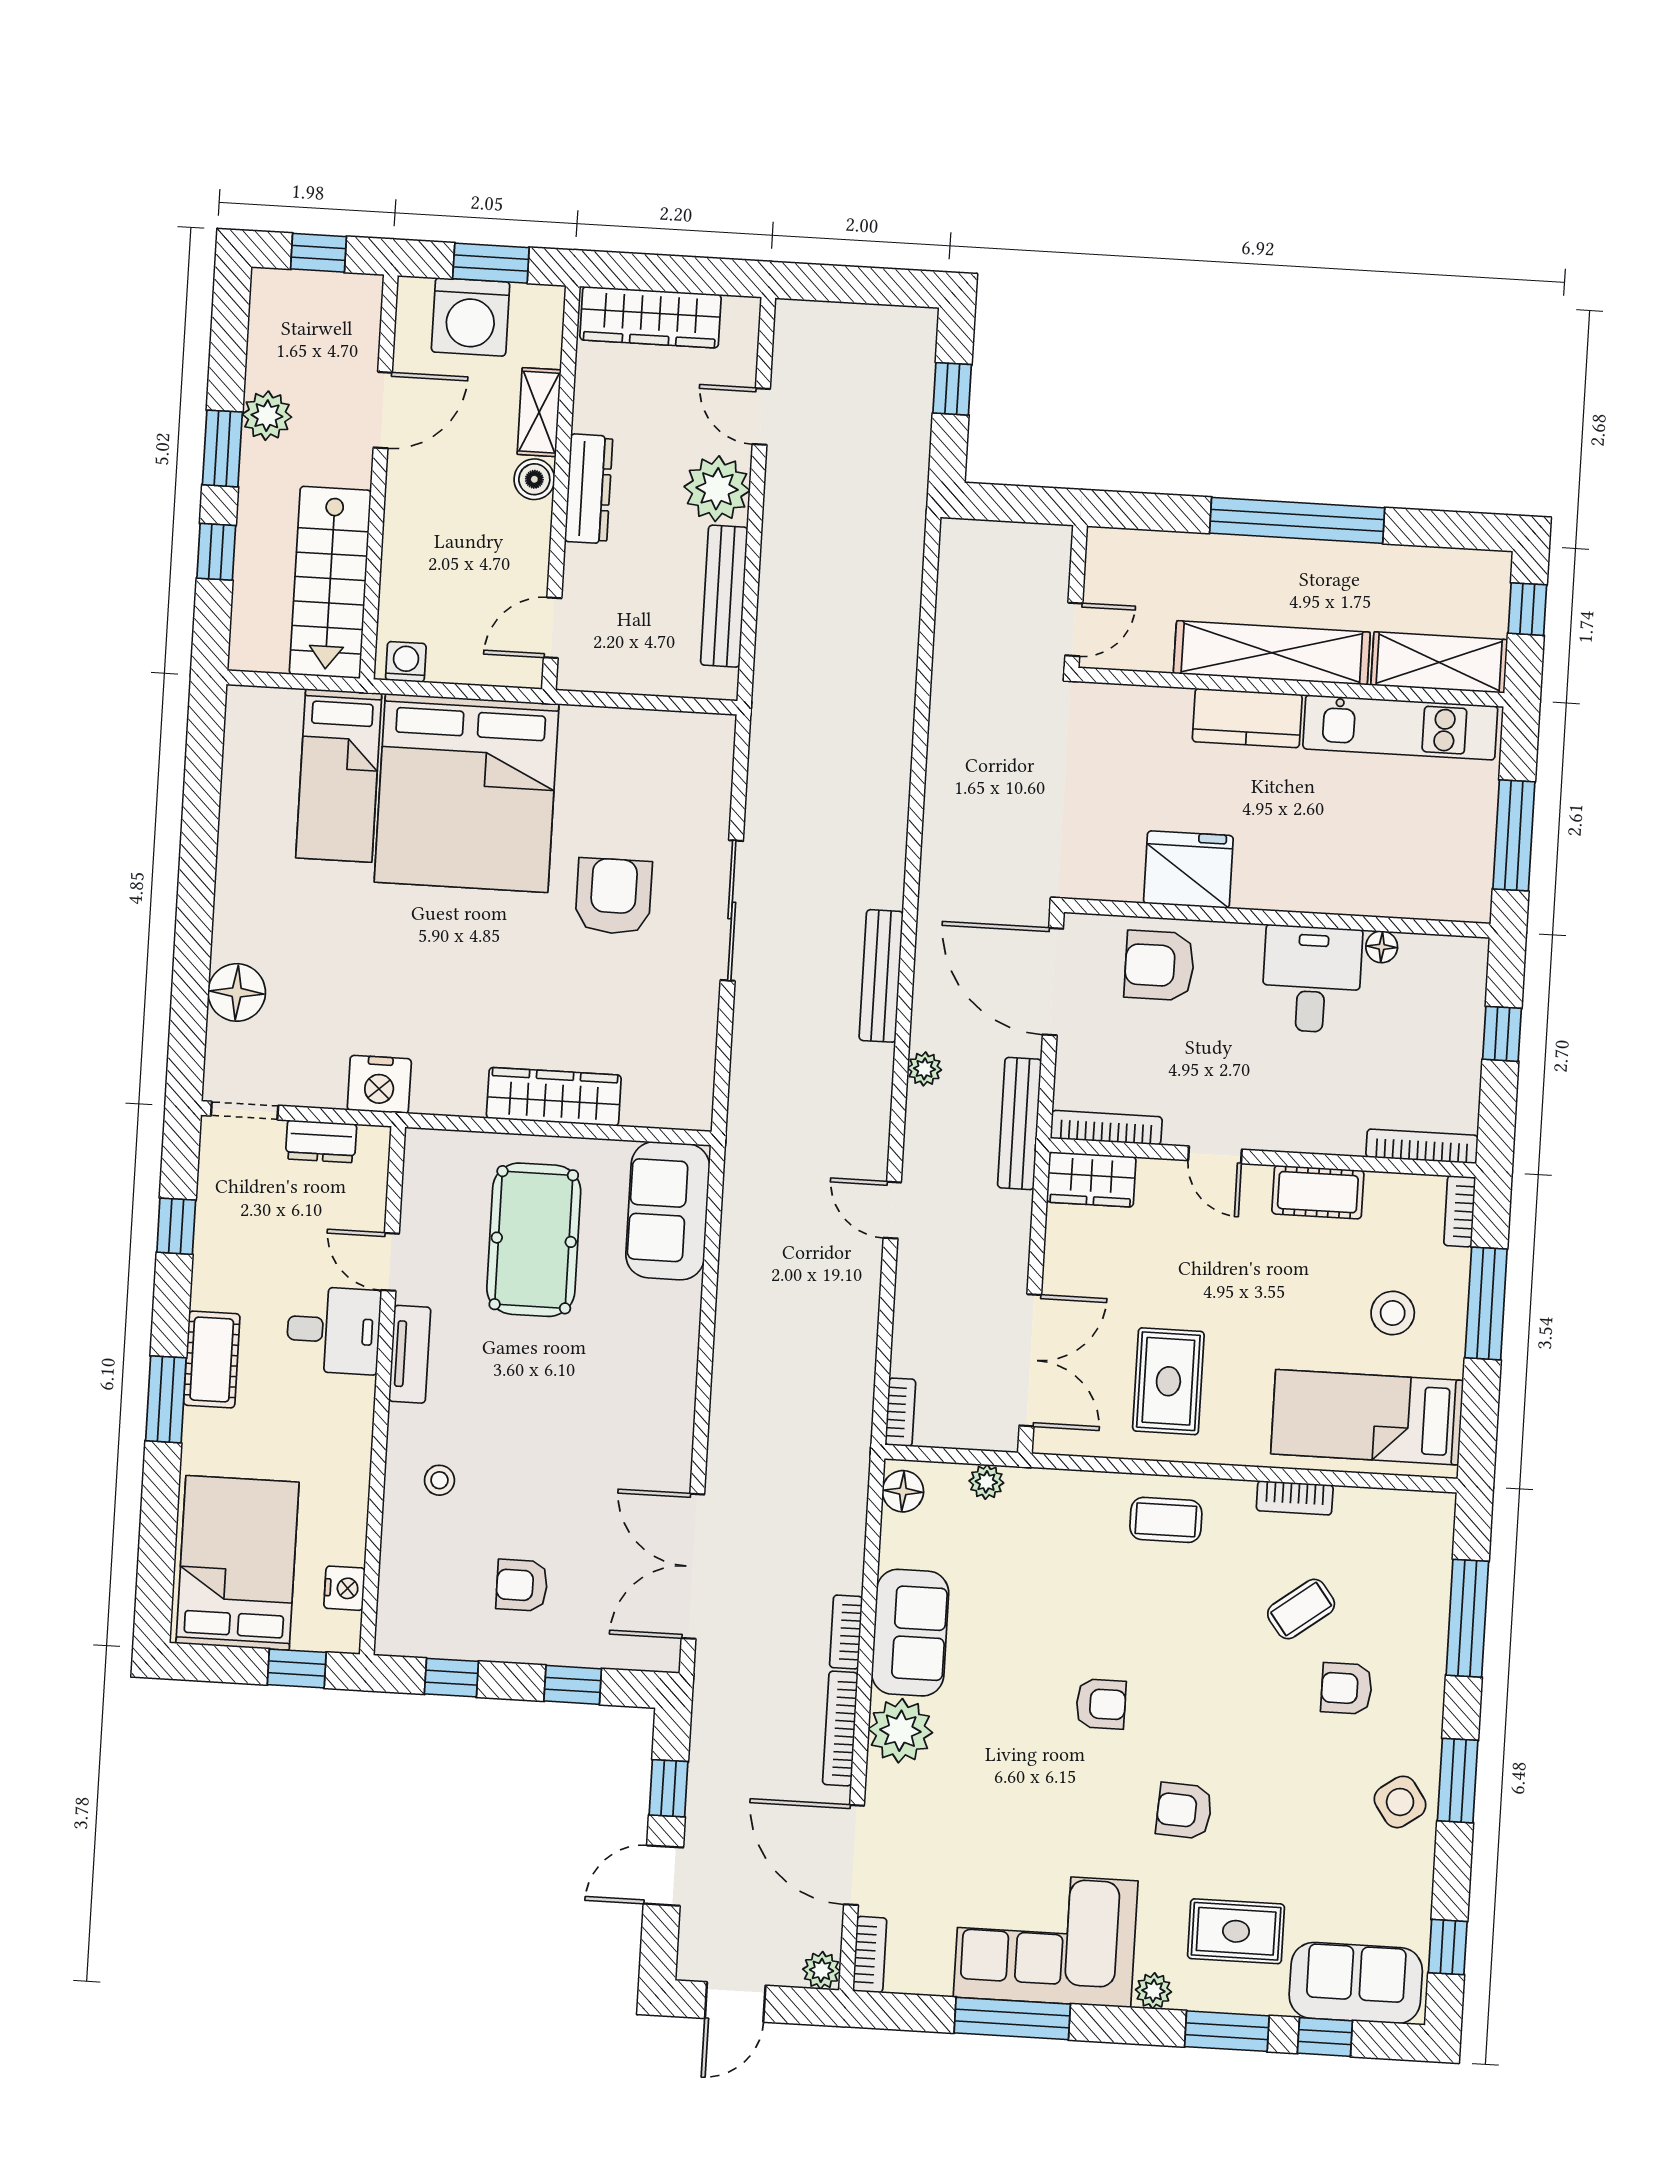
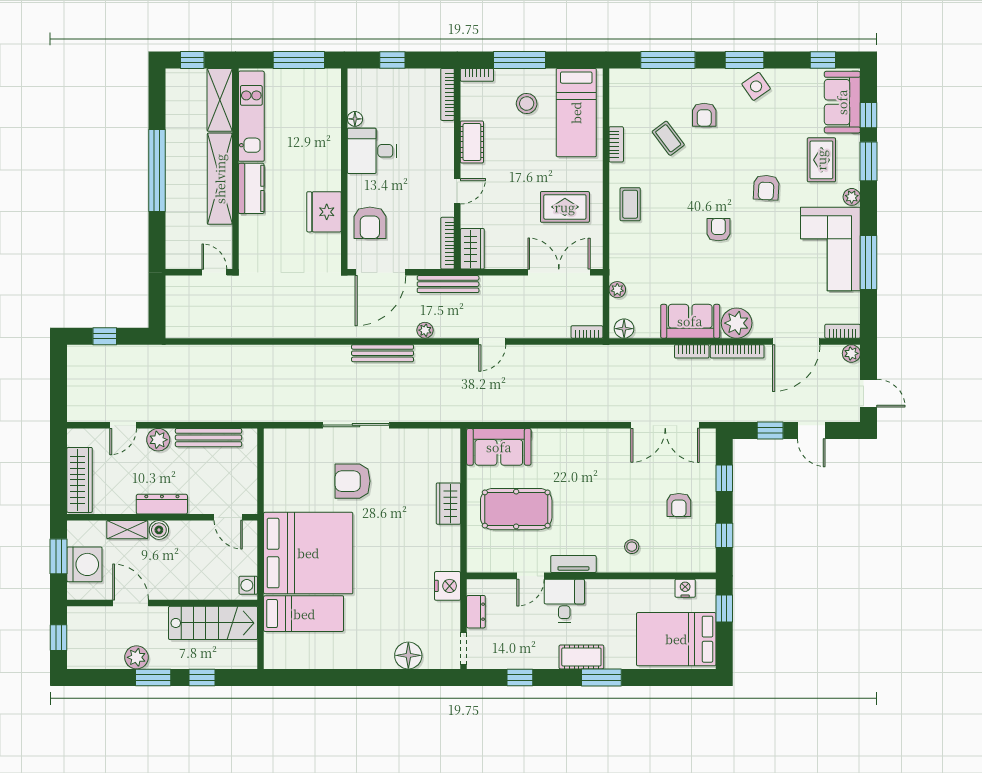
plant: (717, 489) -> (158, 440), width x0.73, depth x0.73
wardrobe: (554, 1097) -> (448, 504), width x0.67

